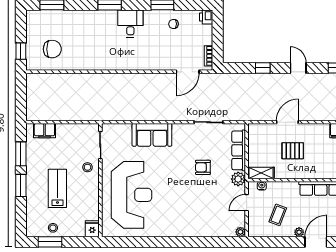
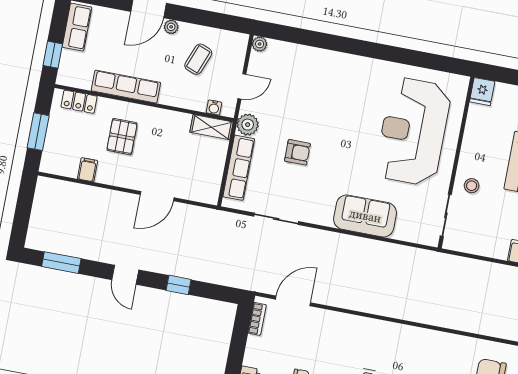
pallet: (293, 151) -> (122, 137), moved, turned 90

